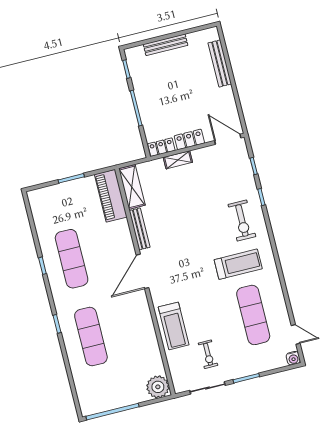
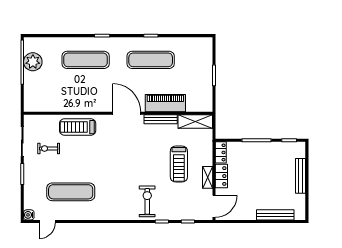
shelving: (178, 160) -> (208, 177), moved
piano: (111, 196) -> (165, 103), moved
exercise bike: (242, 221) -> (147, 201), turned 90
treadmill: (238, 264) -> (179, 164), moved
plant: (158, 387) -> (33, 62), moved

